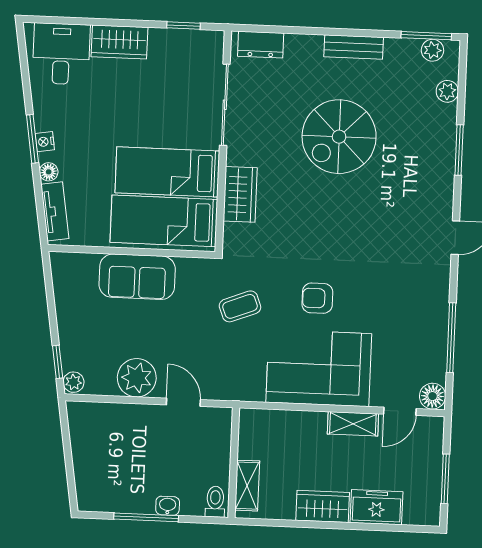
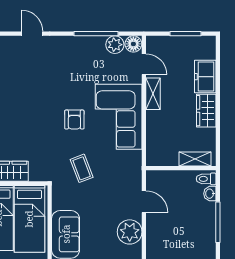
plant: (433, 367) -> (115, 45), added
door: (183, 402) -> (144, 202), swing flipped
washbasin: (168, 506) -> (210, 194), moved

